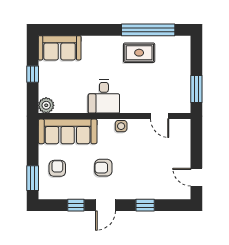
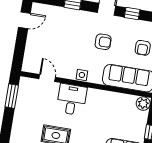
desk: (104, 96) -> (72, 99), moved
door: (196, 177) -> (24, 20), hinge flipped

